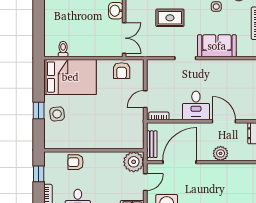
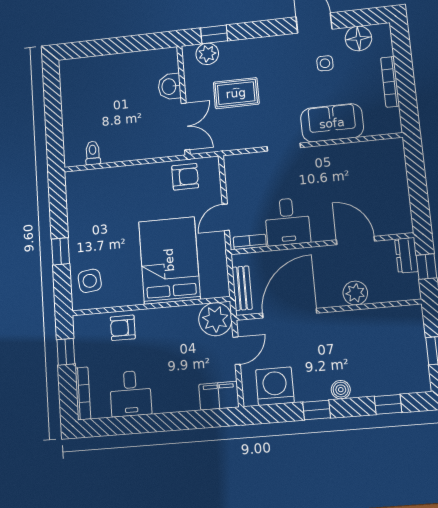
rug: (170, 18) -> (236, 93), moved
armchair: (122, 71) -> (185, 177), turned -90
bed: (70, 77) -> (169, 260), moved, turned -90
desk: (196, 106) -> (287, 222), moved
side table: (57, 114) -> (90, 281), moved

